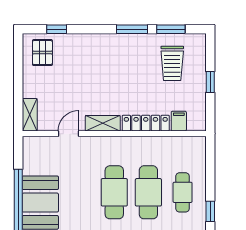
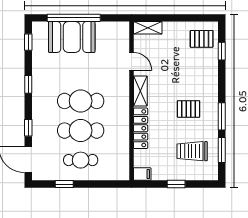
pallet: (123, 68) -> (189, 109), added
filing cabinet: (179, 121) -> (142, 174), moved

